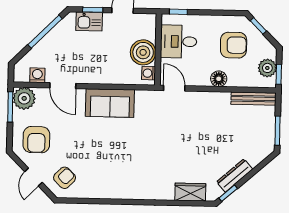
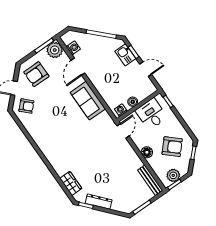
armchair: (234, 45) -> (172, 147), turned -48
boiler: (143, 52) -> (133, 102), width x0.54, depth x0.54

